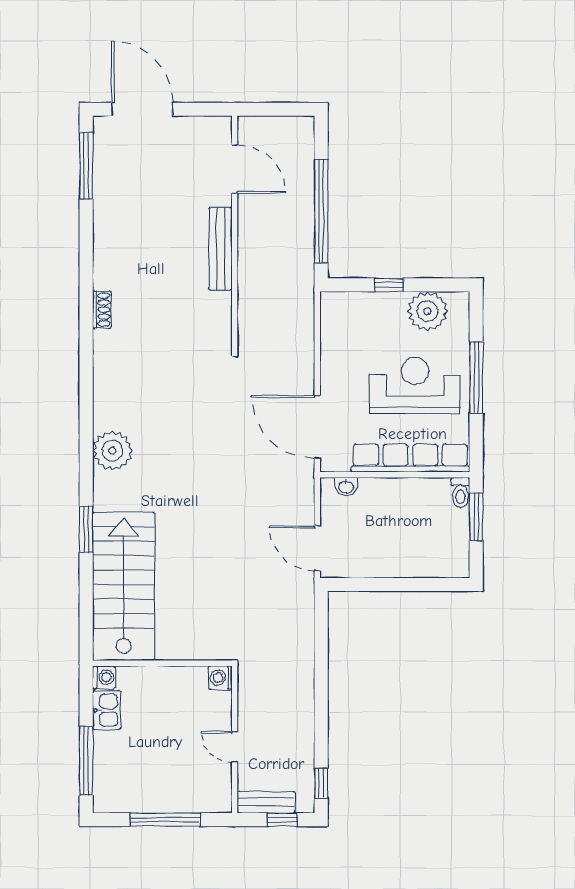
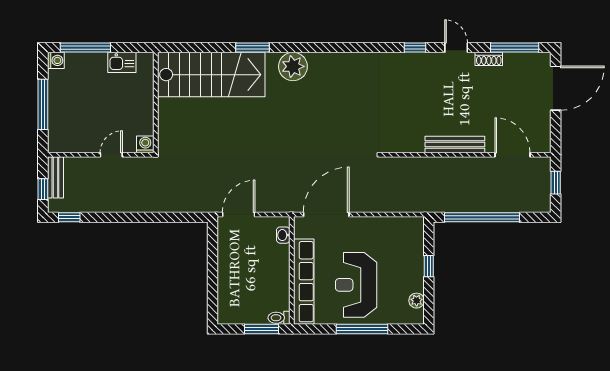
window: (273, 109) -> (556, 183), added
door: (235, 169) -> (512, 155), swing flipped
door: (86, 247) -> (456, 48), added
window: (86, 304) -> (415, 48), added
shoe rack: (102, 310) -> (489, 59), moved
plant: (427, 311) -> (417, 301), width x0.53, depth x0.53
reception desk: (415, 386) -> (356, 285), turned 180
plant: (112, 451) -> (293, 66), moved
washing machine: (104, 677) -> (56, 60), moved, turned -90
door: (235, 747) -> (111, 155), moved

